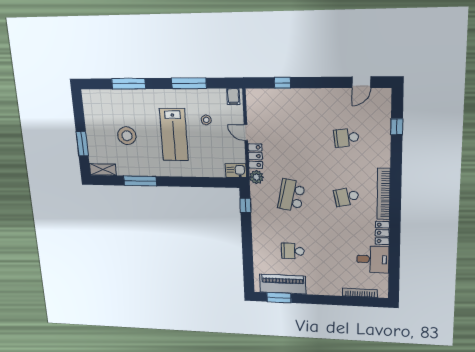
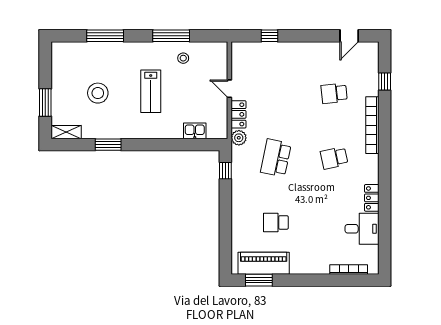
filing cabinet: (233, 97) -> (218, 50), removed
stool: (206, 120) -> (183, 58), moved
lab bench: (174, 134) -> (151, 91), width x0.73, depth x0.72
kitchen sink: (236, 171) -> (195, 131), moved
window: (140, 181) -> (108, 145), width x0.69
bookcase: (383, 194) -> (372, 125), moved

